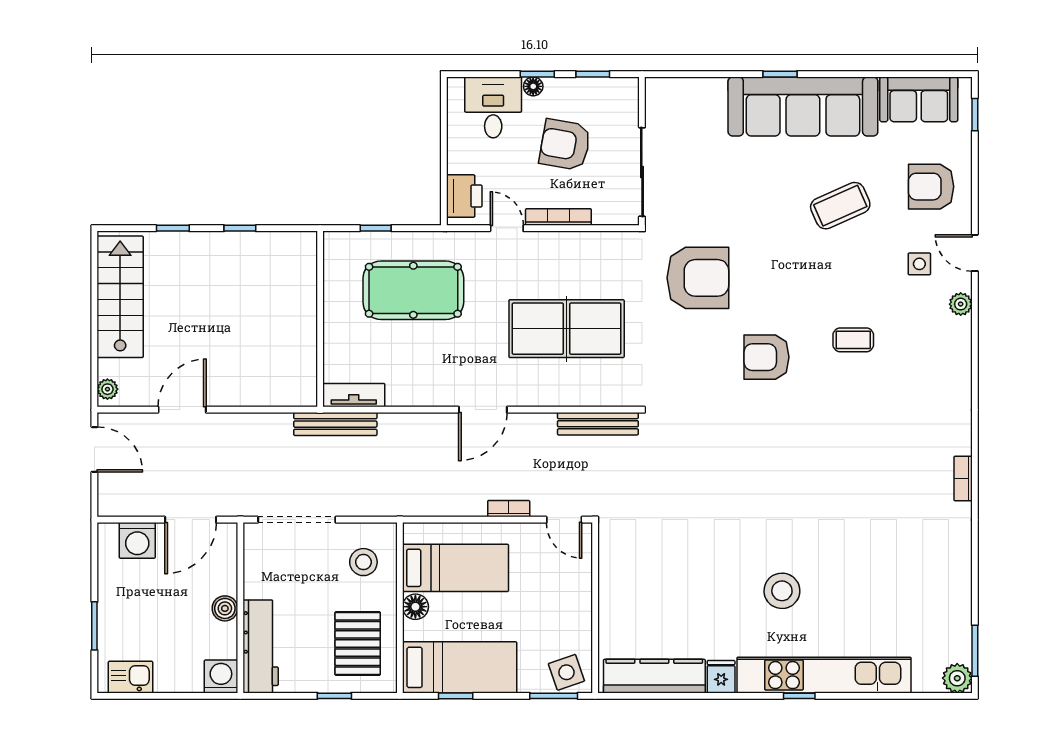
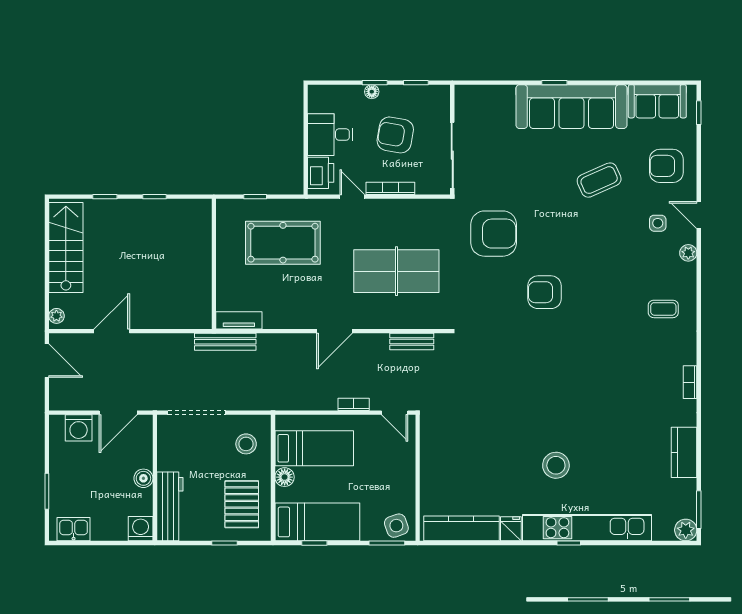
desk: (493, 107) -> (330, 135), moved, turned -90
coffee table: (853, 340) -> (663, 309), moved
bench: (598, 424) -> (412, 342), width x0.73
kitchen counter: (955, 573) -> (684, 452), added

